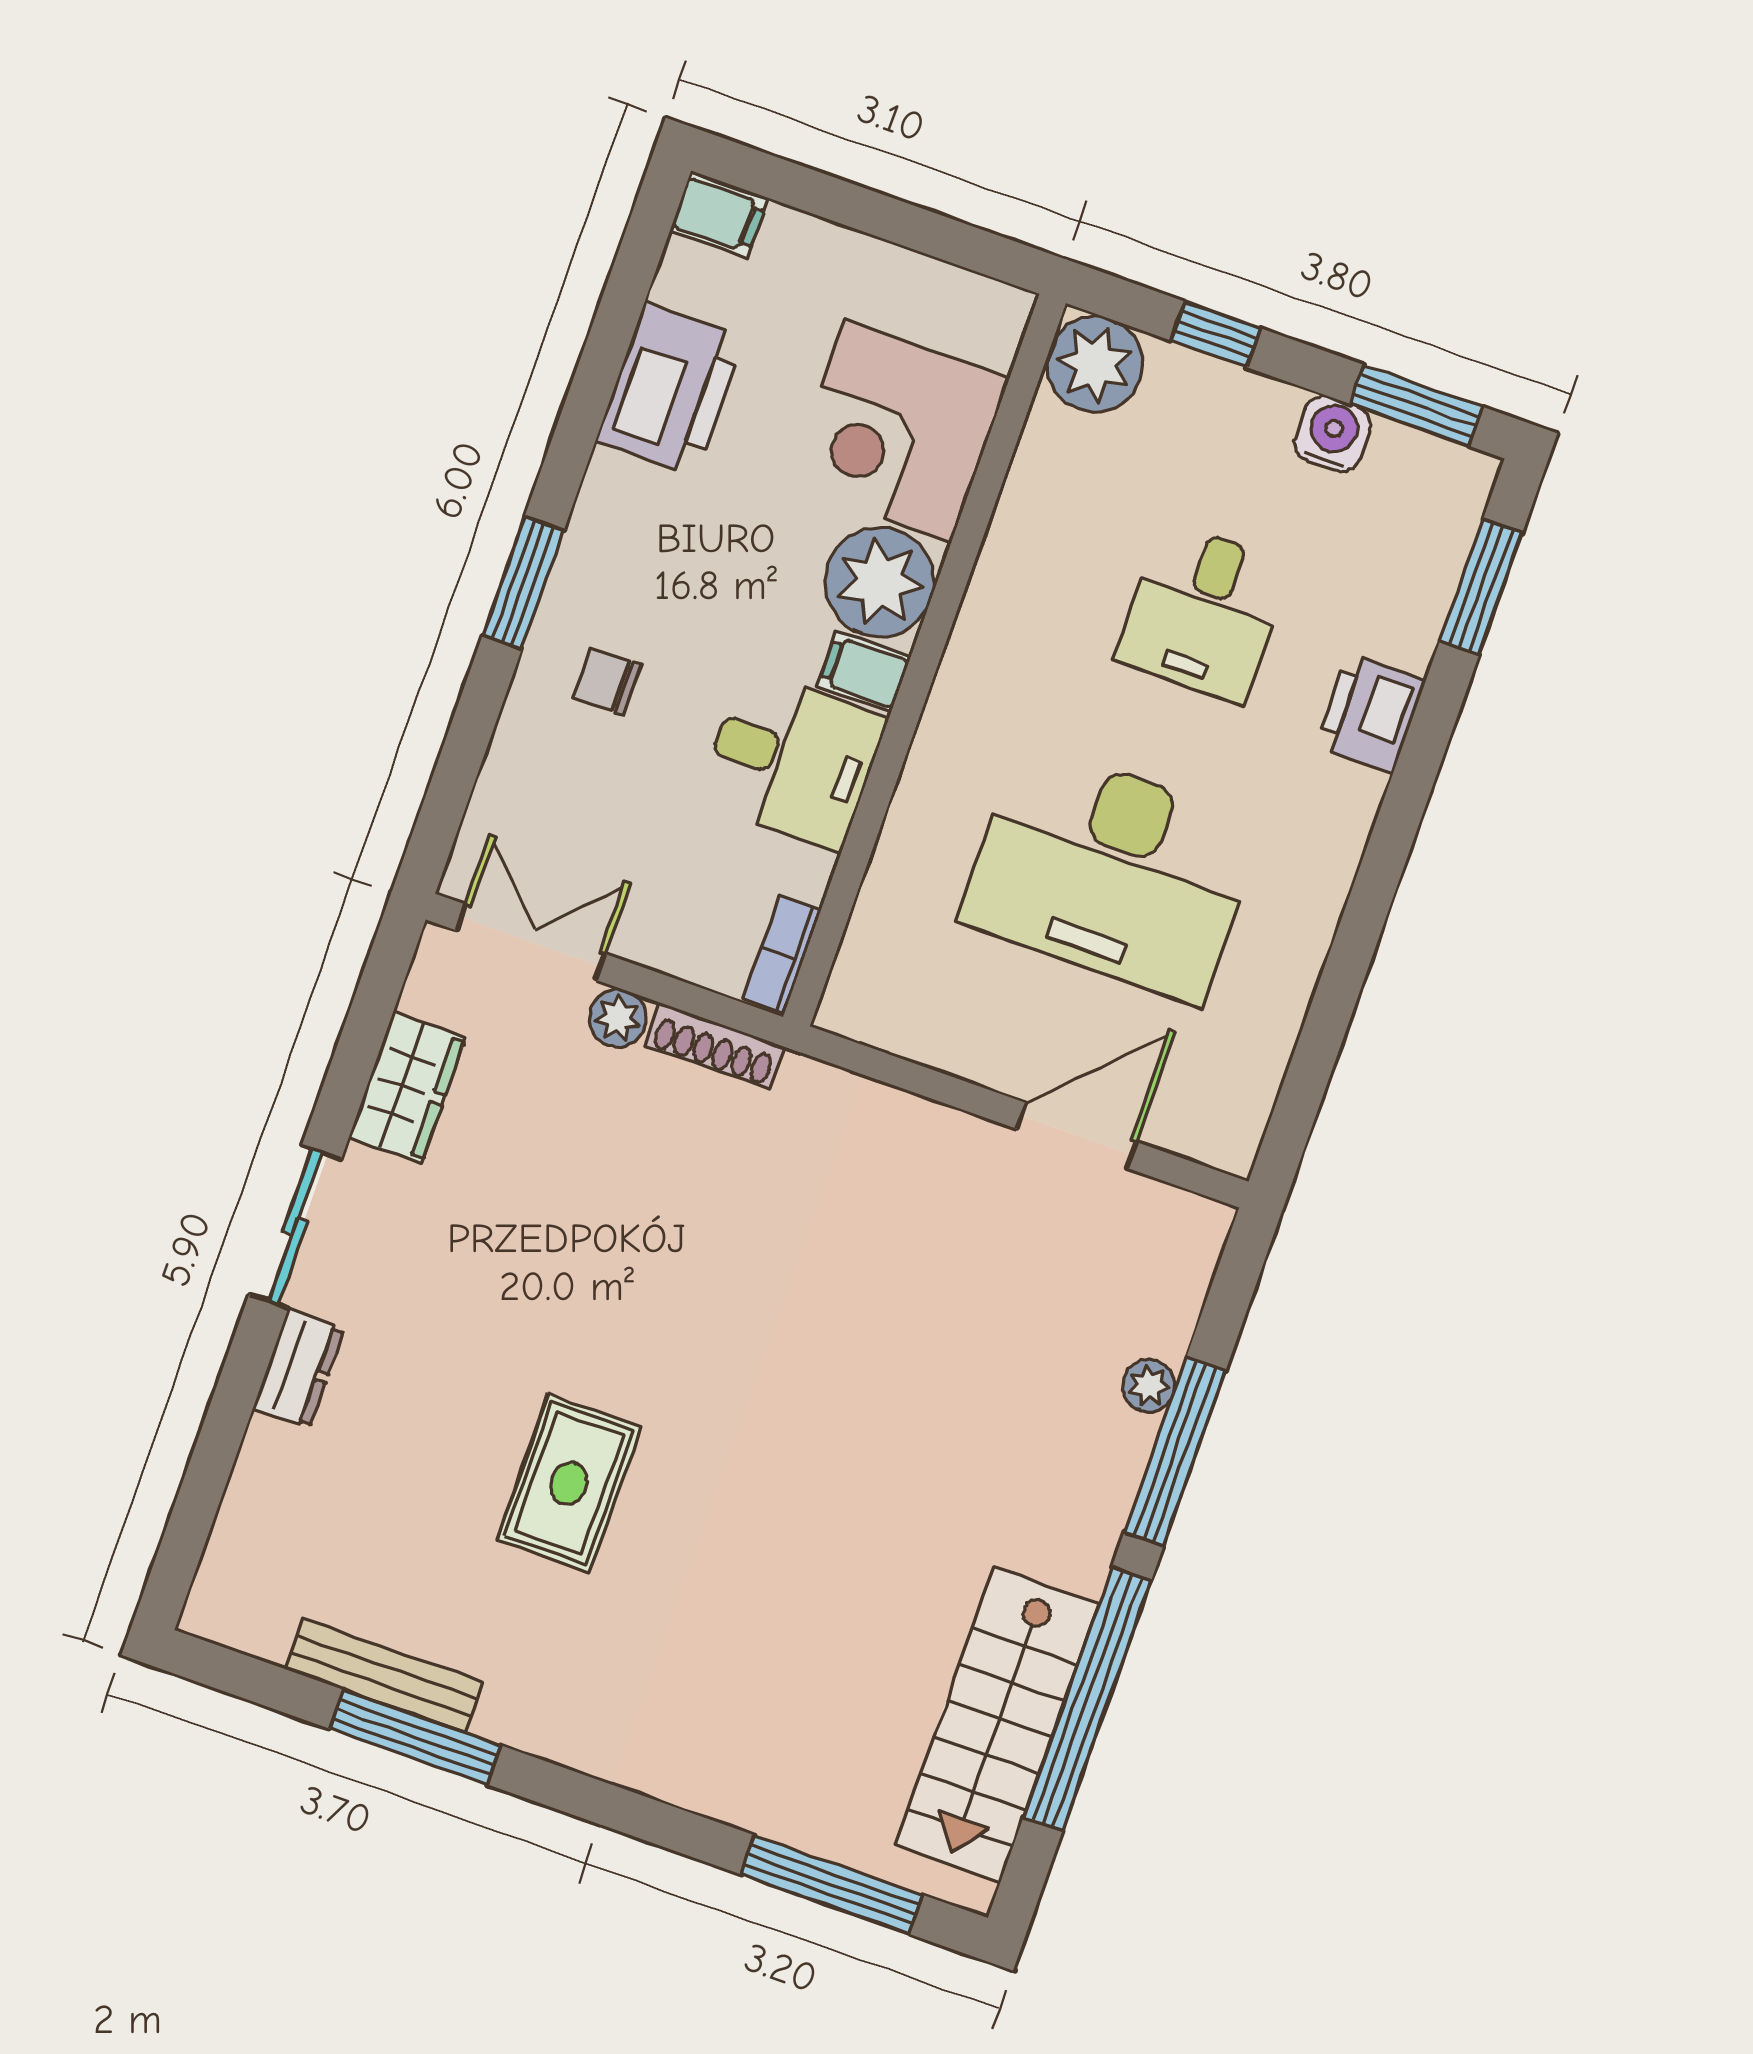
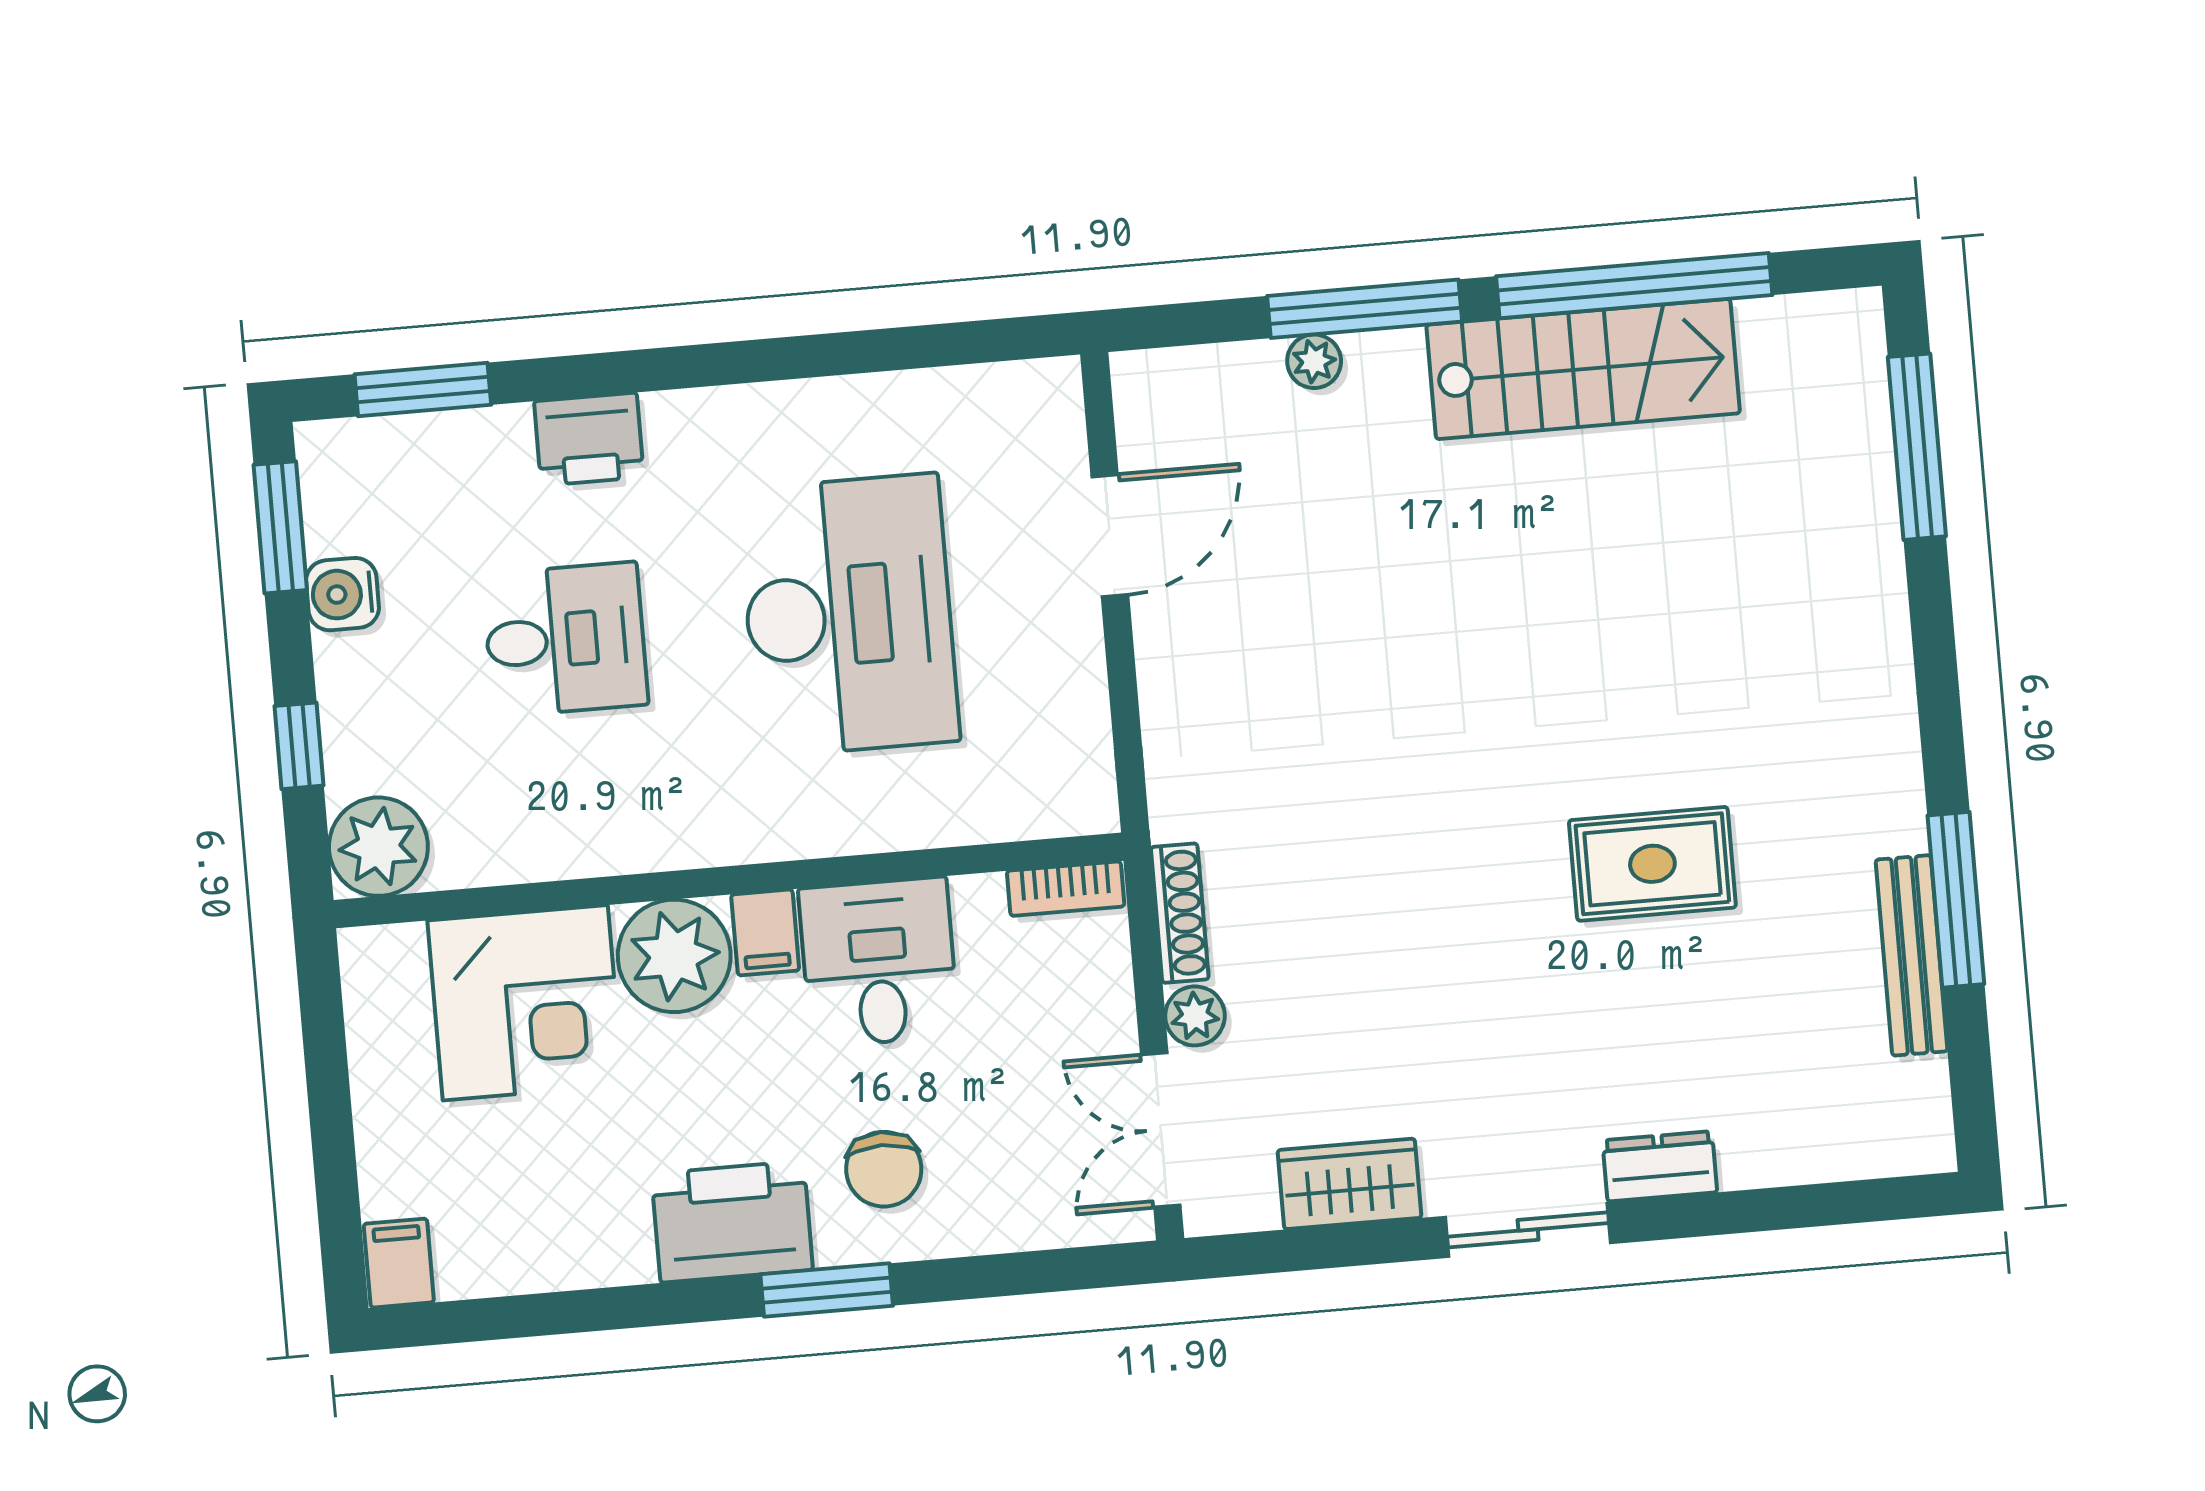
printer: (670, 389) -> (732, 1222), moved
chair: (607, 682) -> (884, 1169), width x1.37, depth x1.37
door: (1077, 1135) -> (1110, 536), swing flipped
stairs: (997, 1724) -> (1583, 369), moved

